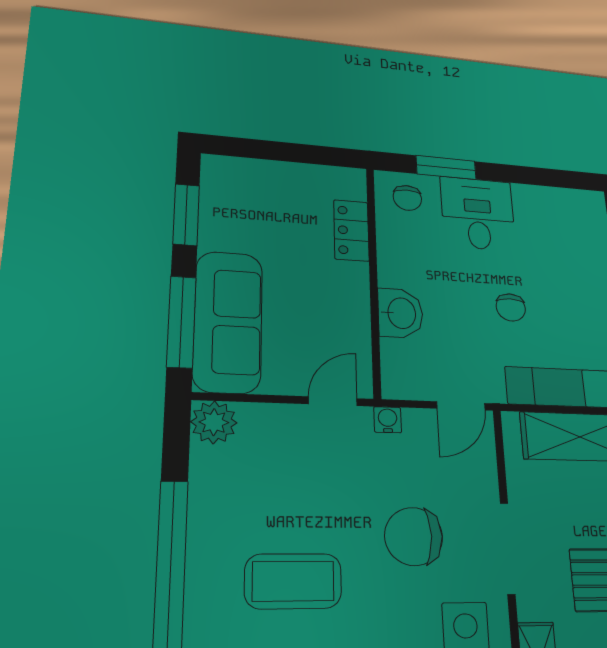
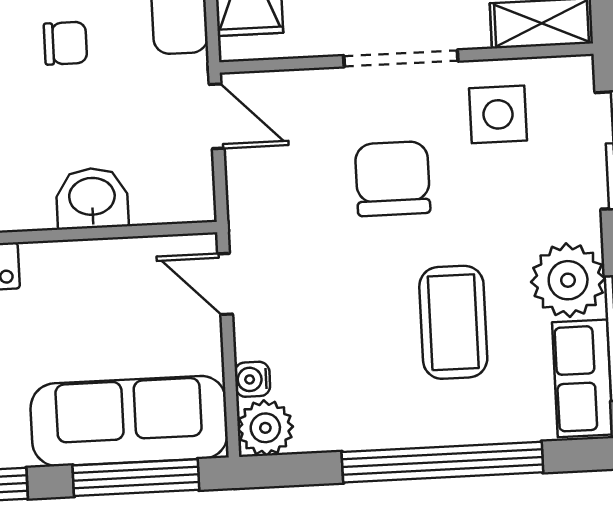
water cooler: (388, 420) -> (252, 379), moved
chair: (414, 536) -> (393, 179), turned 180

